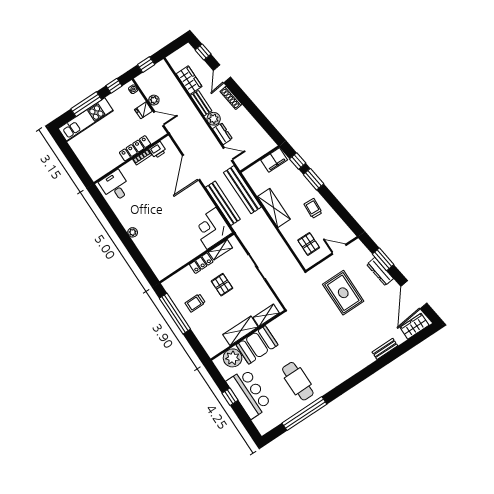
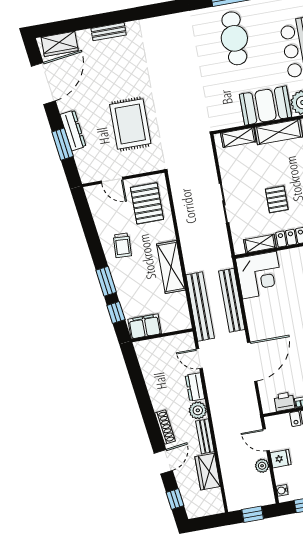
pallet: (309, 244) -> (147, 203), width x1.50, depth x1.42

